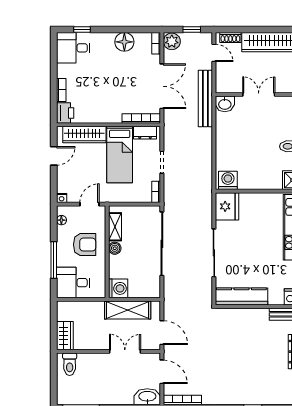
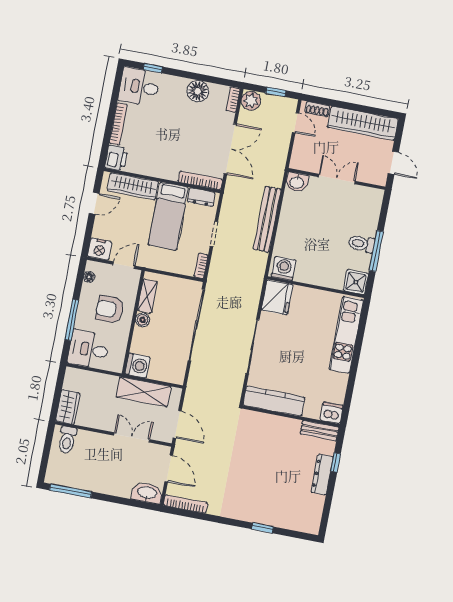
bookcase: (61, 90) -> (118, 124), width x1.56
bench: (205, 98) -> (267, 219), moved
nightstand: (62, 198) -> (100, 249), width x1.89, depth x1.79
armchair: (85, 245) -> (110, 309), turned 180

